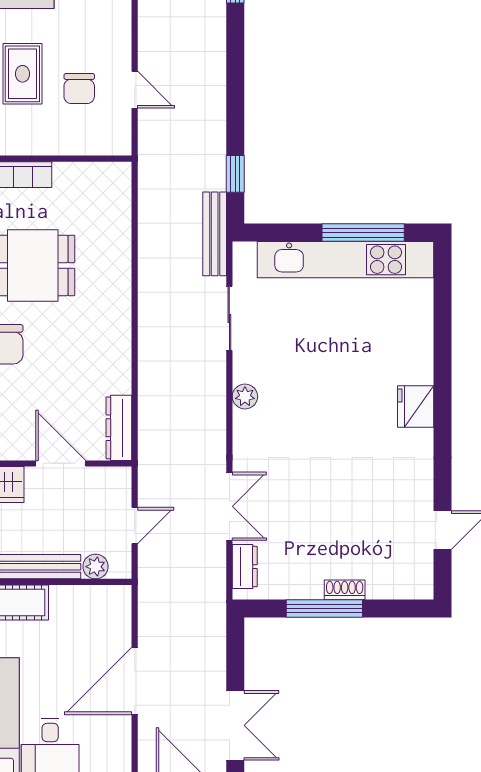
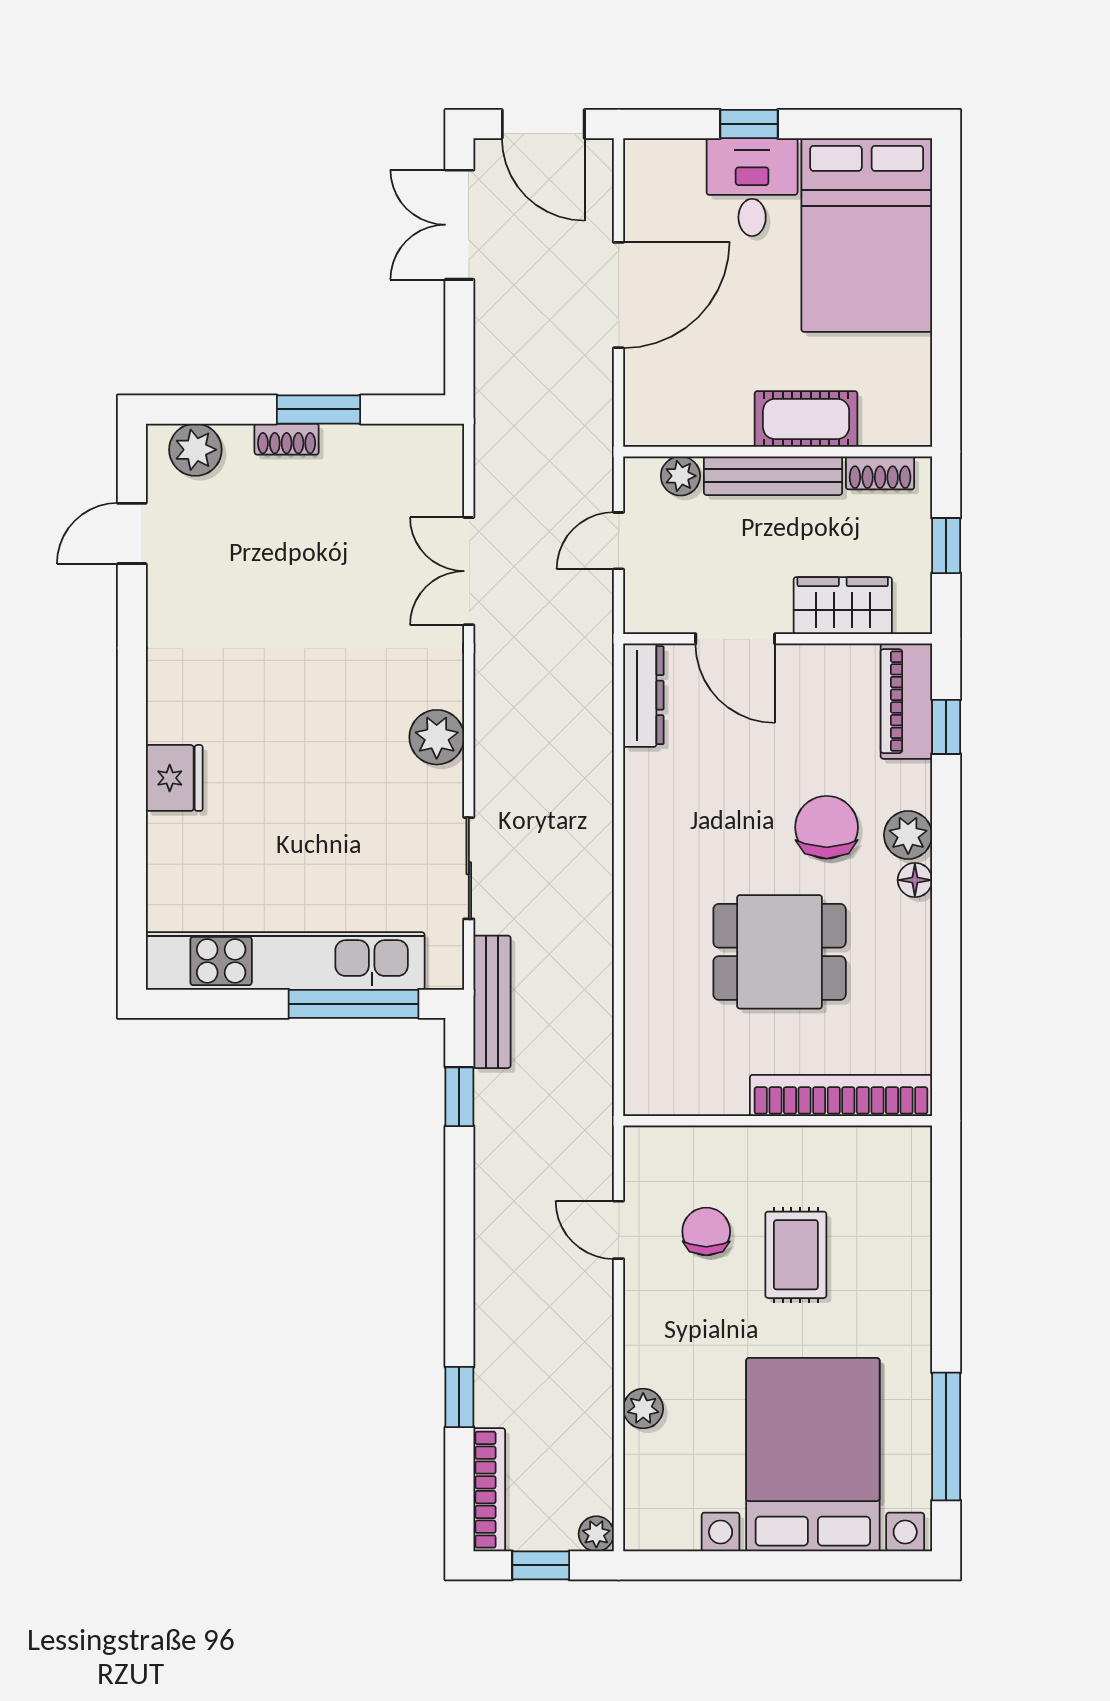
window: (363, 233) -> (354, 1004), moved
plant: (245, 397) -> (437, 737), width x1.38, depth x1.38
fridge: (416, 406) -> (174, 778), moved
dresser: (245, 567) -> (444, 476), removed
plant: (402, 583) -> (195, 450), added
window: (324, 609) -> (318, 409), width x0.69

